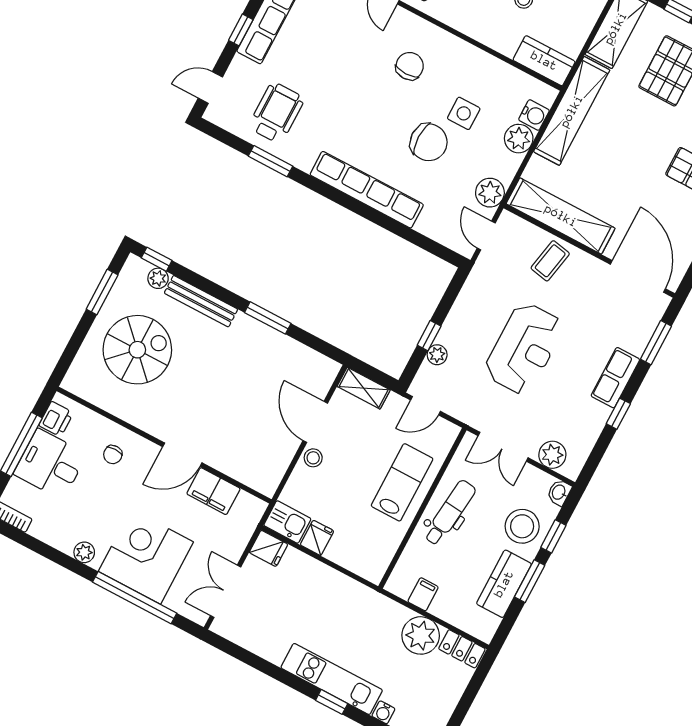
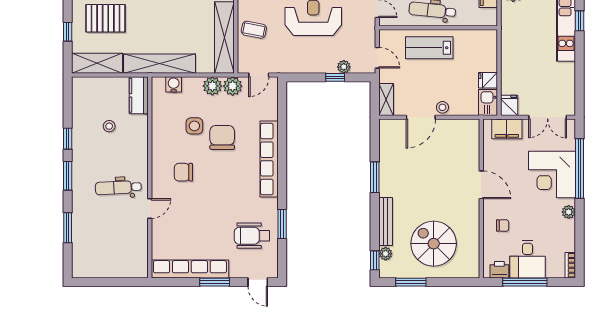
window: (241, 30) -> (215, 282), width x1.50
plant: (519, 139) -> (212, 86), moved
filing cabinet: (213, 491) -> (507, 129), moved, turned 90

